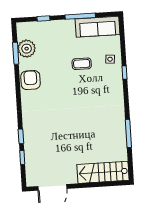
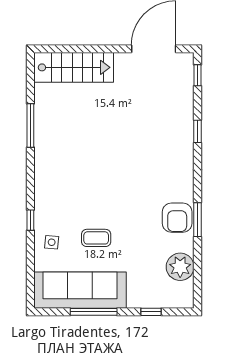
sofa: (98, 27) -> (80, 290), width x1.36, depth x1.27
window: (16, 53) -> (198, 220), moved
window: (22, 157) -> (198, 75), moved

